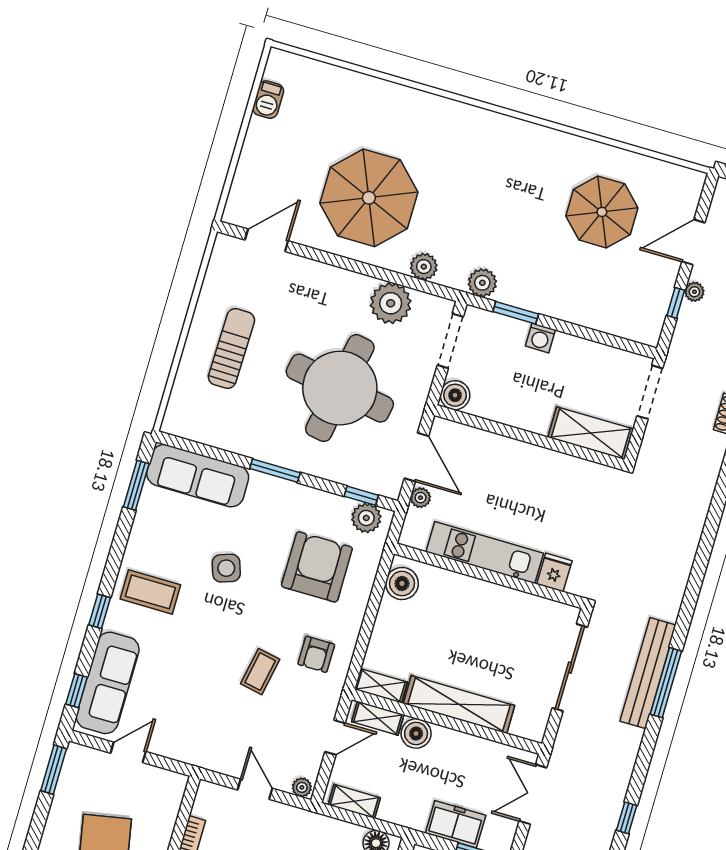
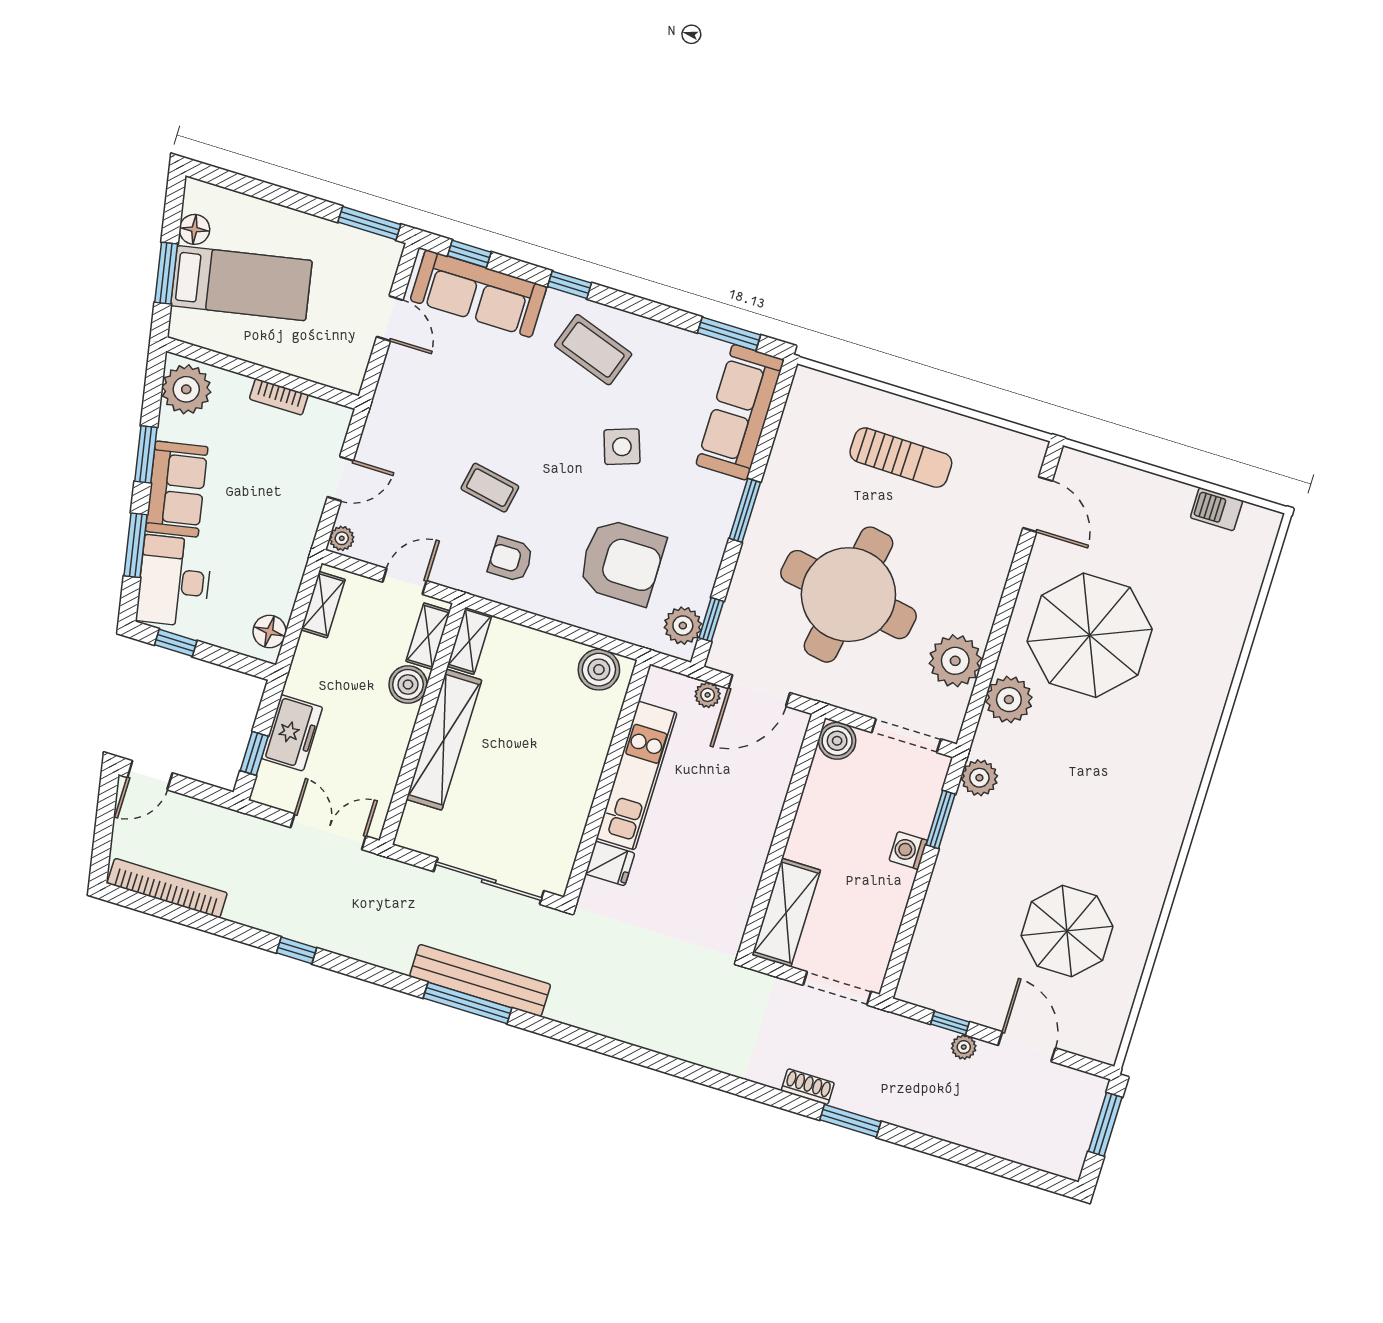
plant: (424, 267) -> (1009, 700), width x1.36, depth x1.36
coffee table: (150, 592) -> (593, 350), turned -71
door: (335, 737) -> (405, 581), swing flipped

